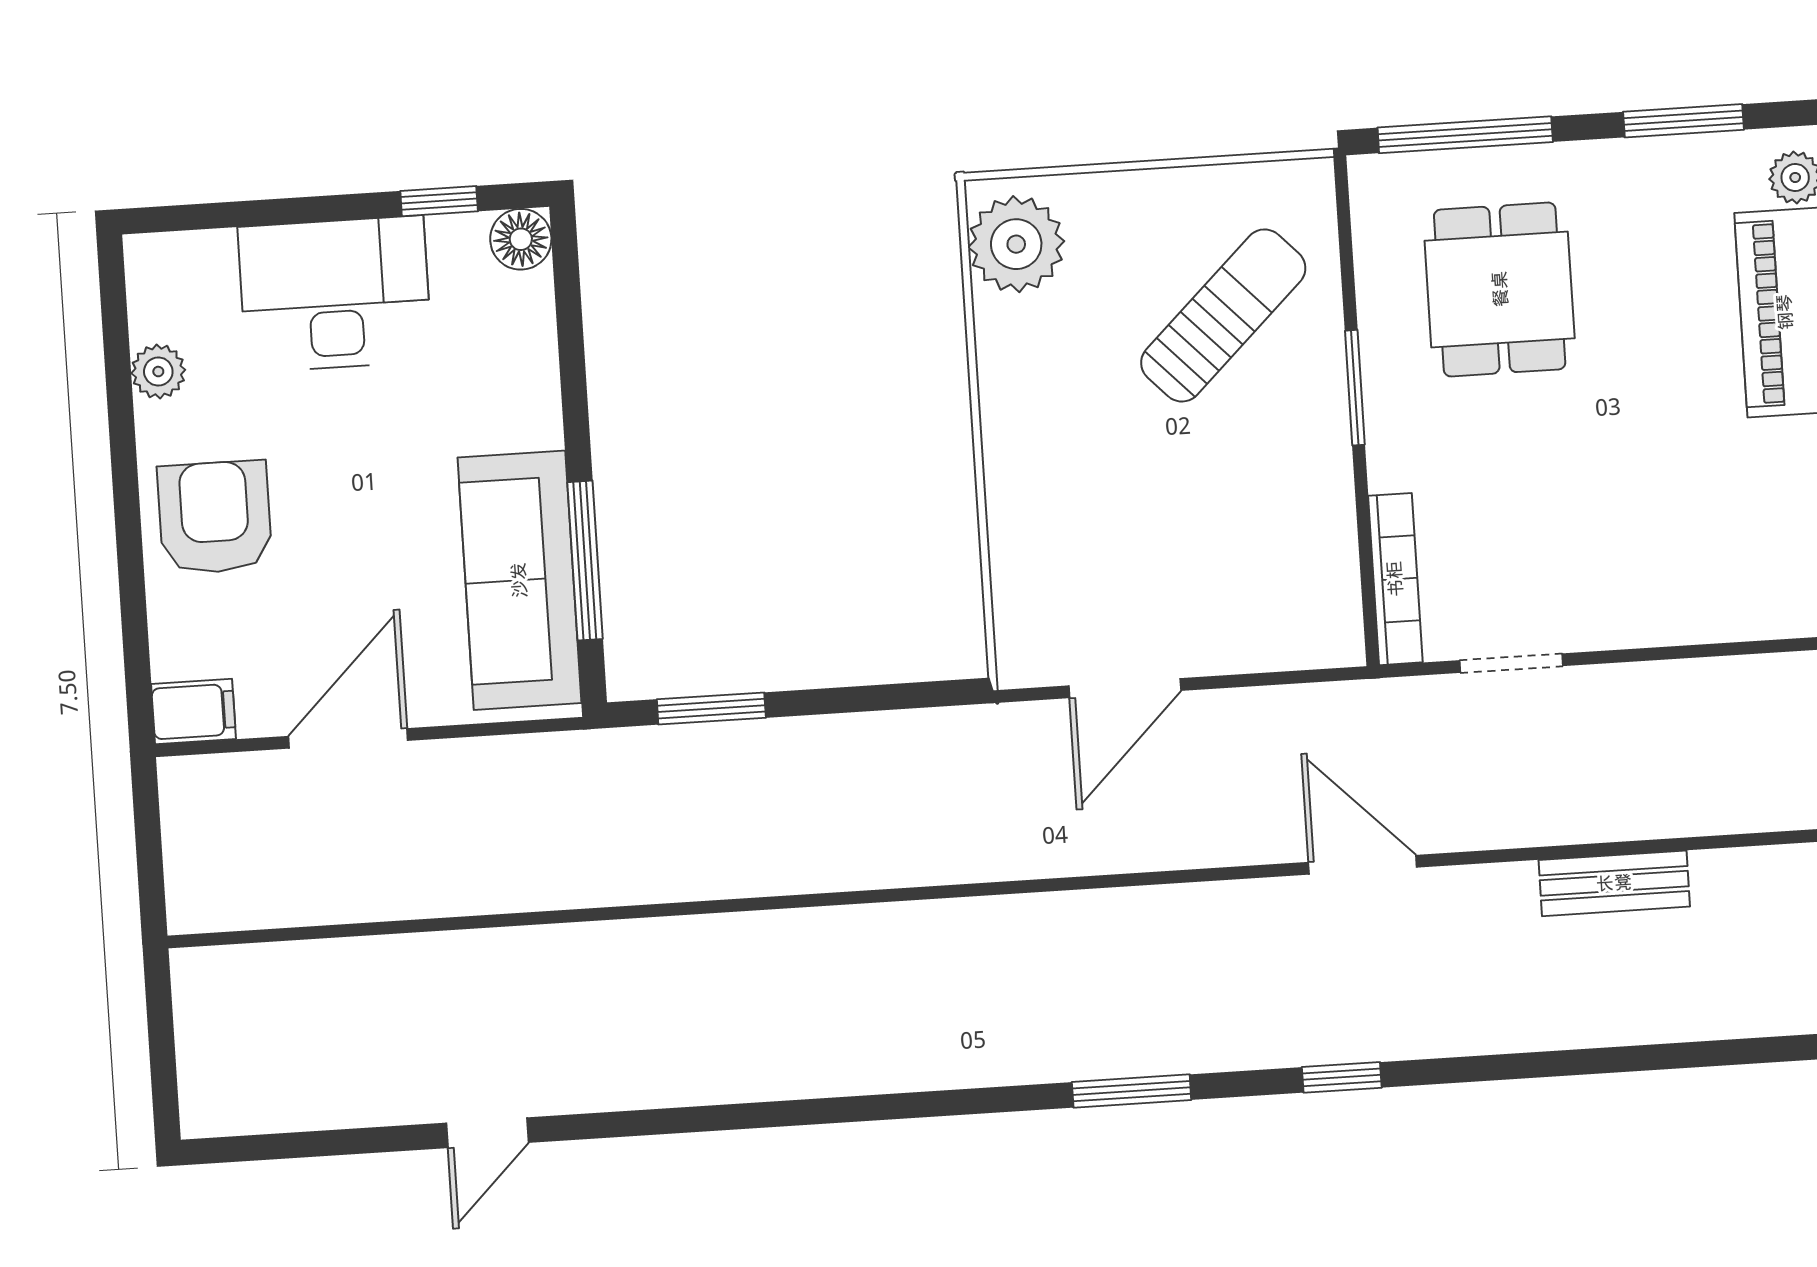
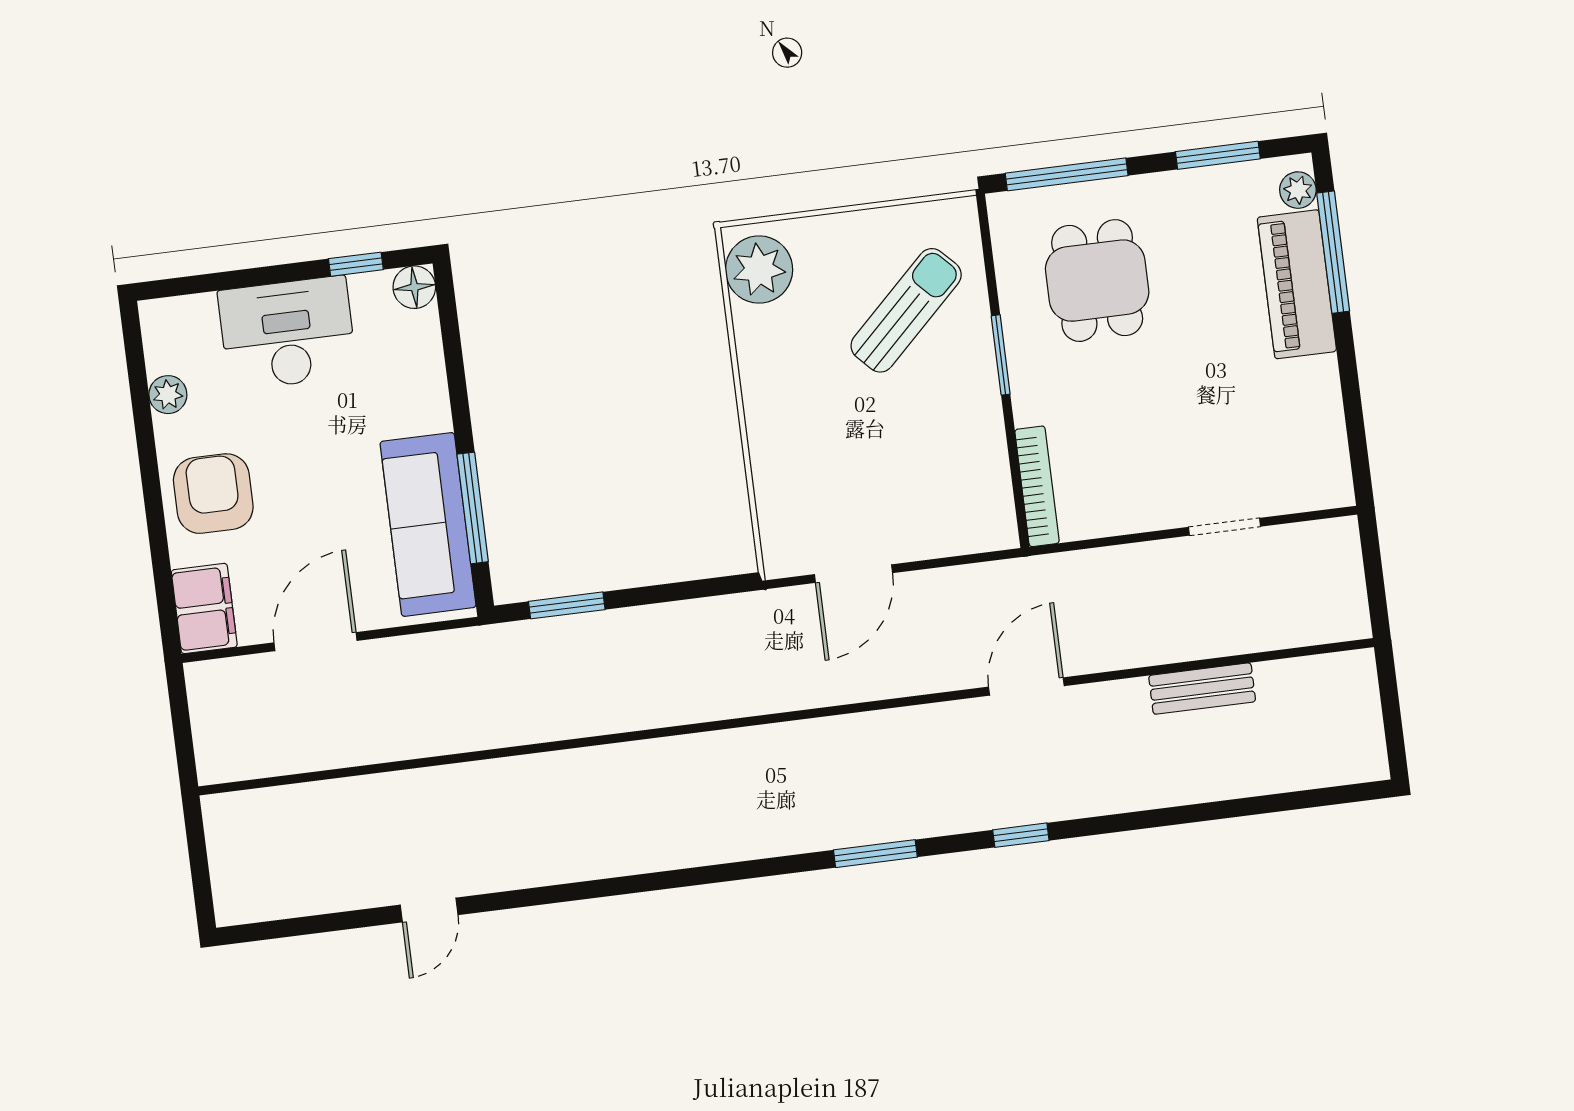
doorway: (1511, 663) -> (1225, 527), moved
filing cabinet: (194, 712) -> (204, 609), width x2.00
door: (1363, 865) -> (1026, 686), hinge flipped

